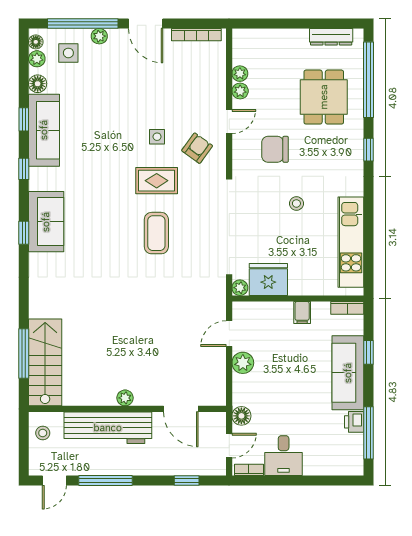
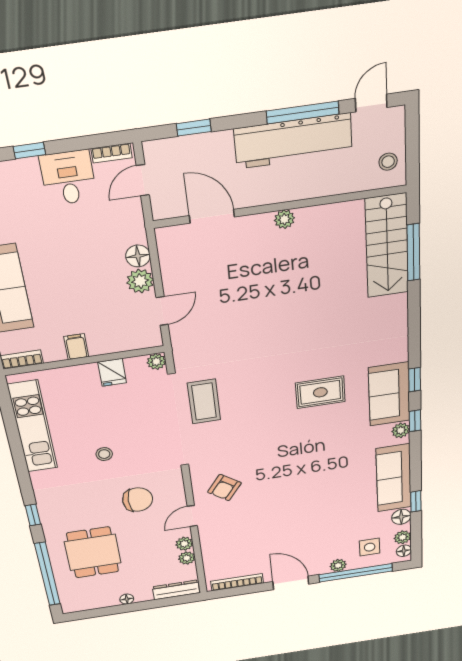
floor lamp: (302, 35) -> (127, 599), added
dresser: (331, 37) -> (176, 590), moved
window: (24, 119) -> (416, 501), moved
side table: (157, 137) -> (270, 491), removed
window: (24, 169) -> (415, 421), moved
rug: (157, 181) -> (320, 392), moved
plant: (37, 182) -> (401, 430), added
coffee table: (156, 233) -> (204, 402), moved
fridge: (268, 279) -> (112, 372), width x0.53, depth x0.75
floor lamp: (241, 416) -> (138, 256), moved
workbench: (108, 428) -> (293, 141), moved, turned 180
window: (308, 481) -> (29, 150), added

